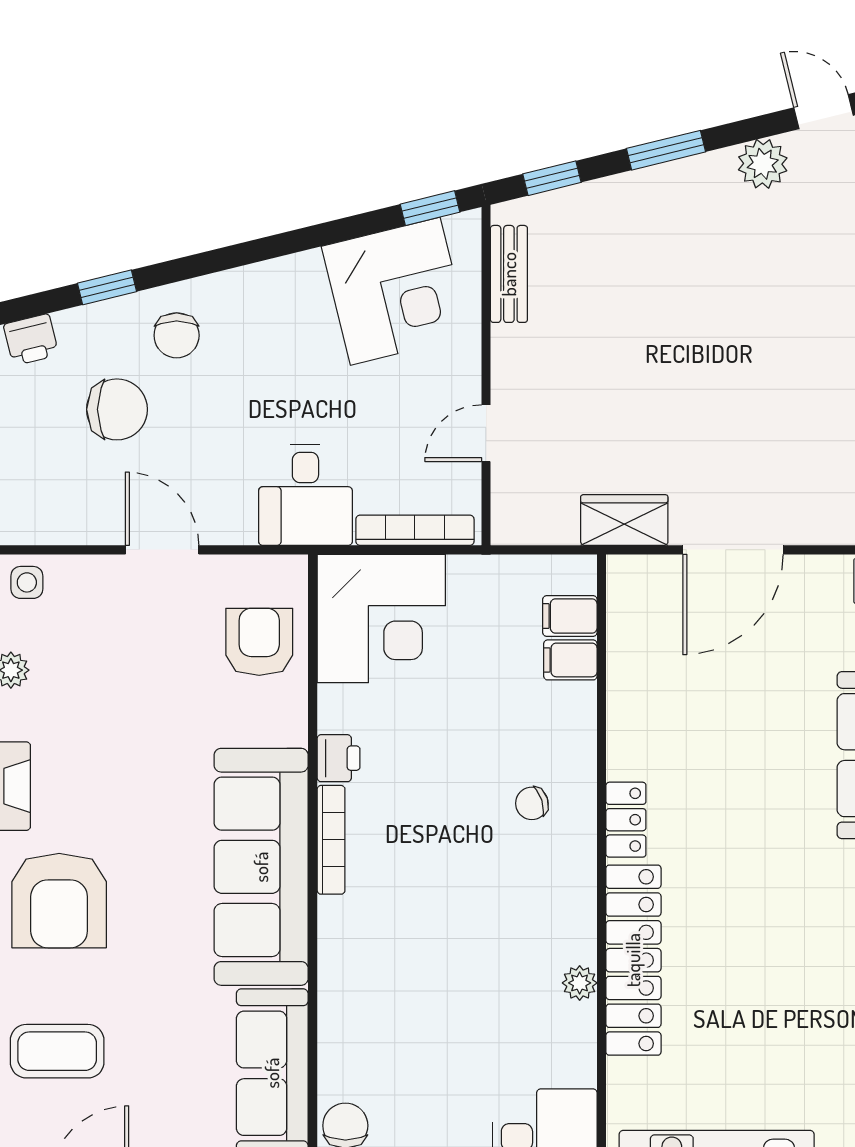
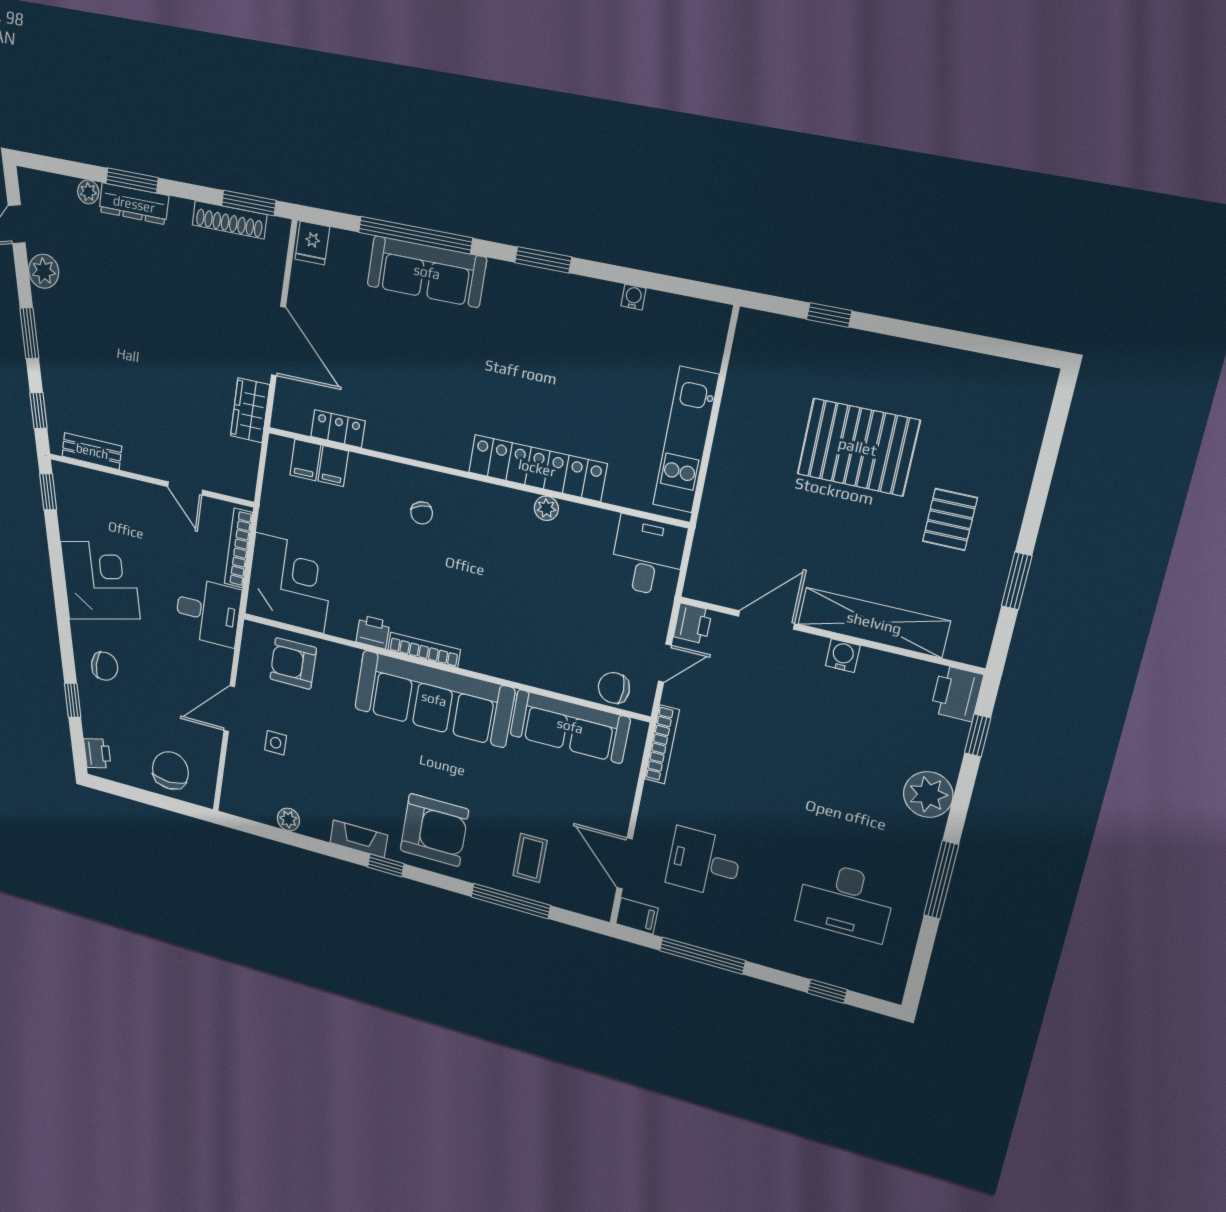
corner desk: (395, 291) -> (100, 580), moved
chair: (117, 409) -> (170, 771), moved
side table: (27, 582) -> (276, 743), moved
locker: (626, 820) -> (338, 429), moved
coffee table: (57, 1051) -> (530, 858), width x0.73, depth x0.77

